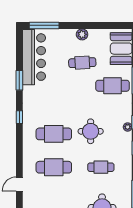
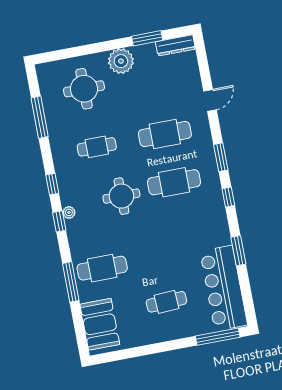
plant: (82, 34) -> (160, 334), removed
cafe table: (82, 63) -> (166, 302), moved
window: (19, 145) -> (221, 157), added

